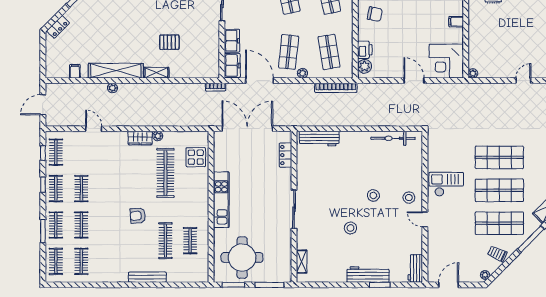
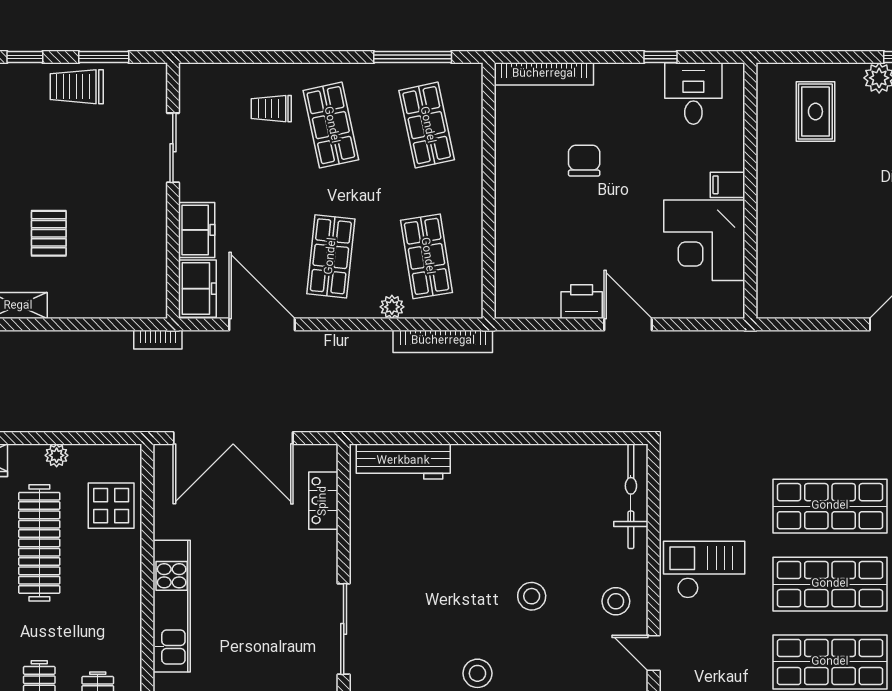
chair: (375, 14) -> (584, 161), moved, turned -101
pallet: (169, 42) -> (49, 233), turned 90
printer: (365, 50) -> (582, 302), moved, turned -90
corner desk: (446, 61) -> (704, 240), moved
plant: (365, 66) -> (511, 290), removed
plant: (302, 73) -> (392, 307), moved
plant: (473, 73) -> (767, 307), removed
double door: (247, 129) -> (233, 438), swing flipped
plant: (158, 136) -> (57, 455), moved
bicycle: (393, 138) -> (631, 496), moved, turned 90

